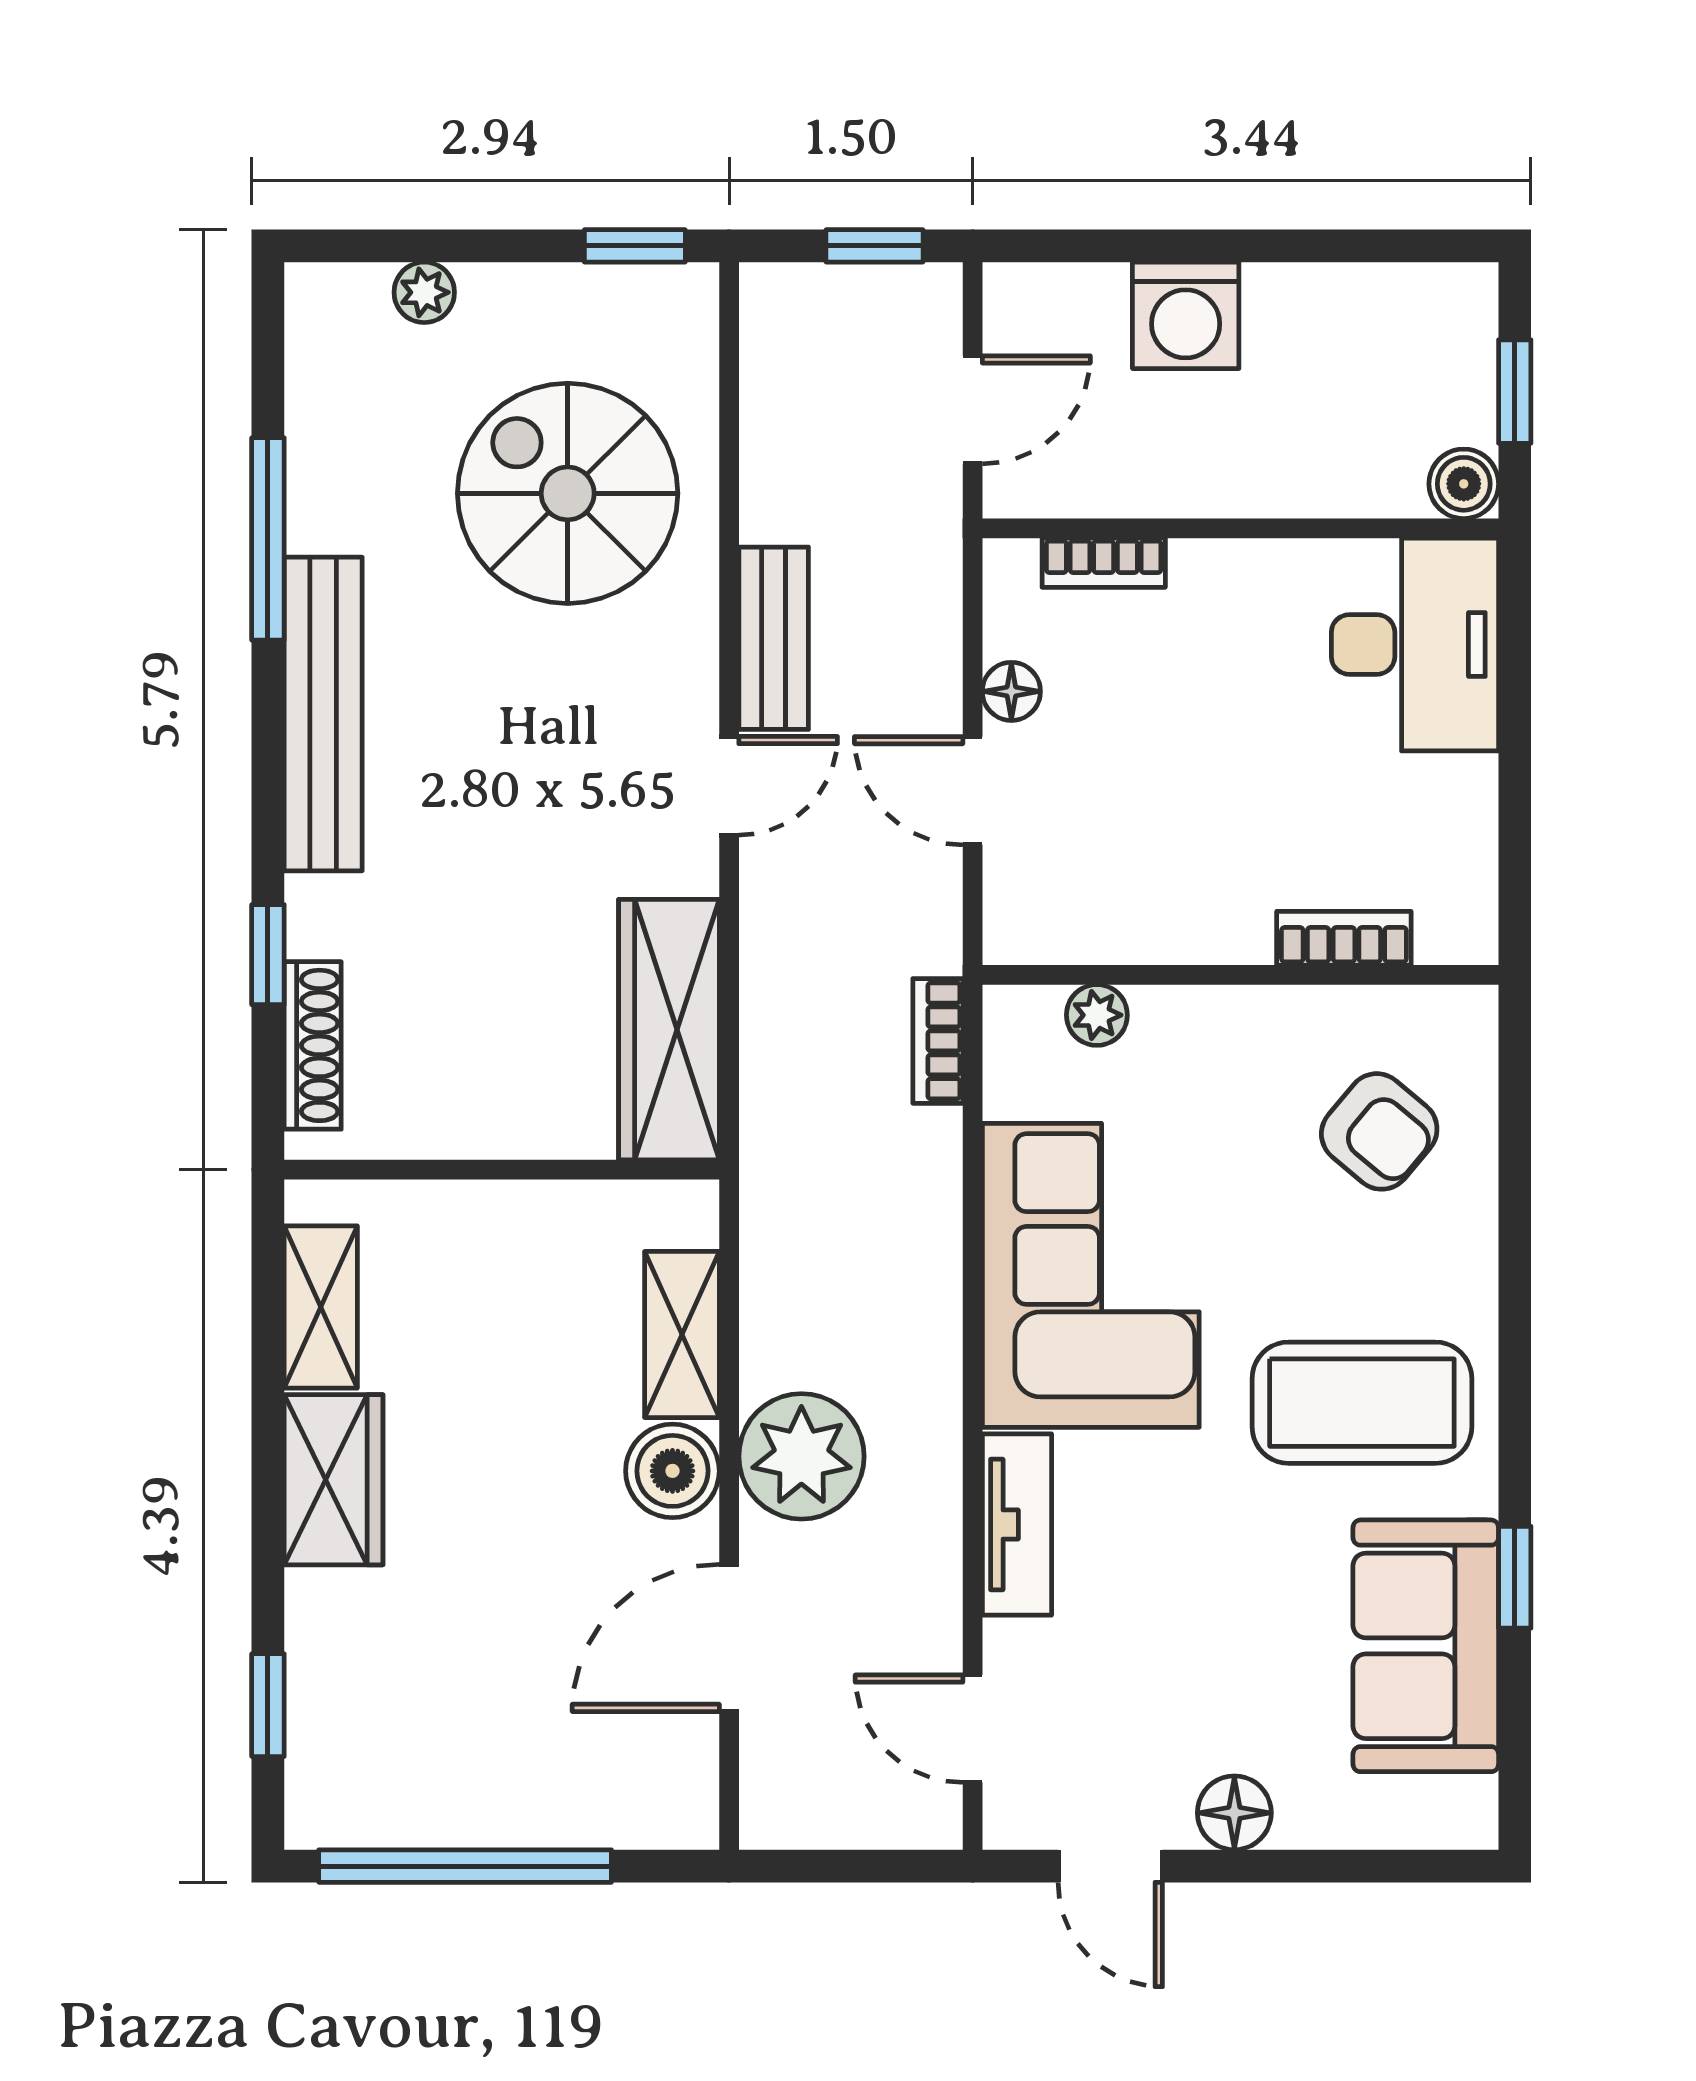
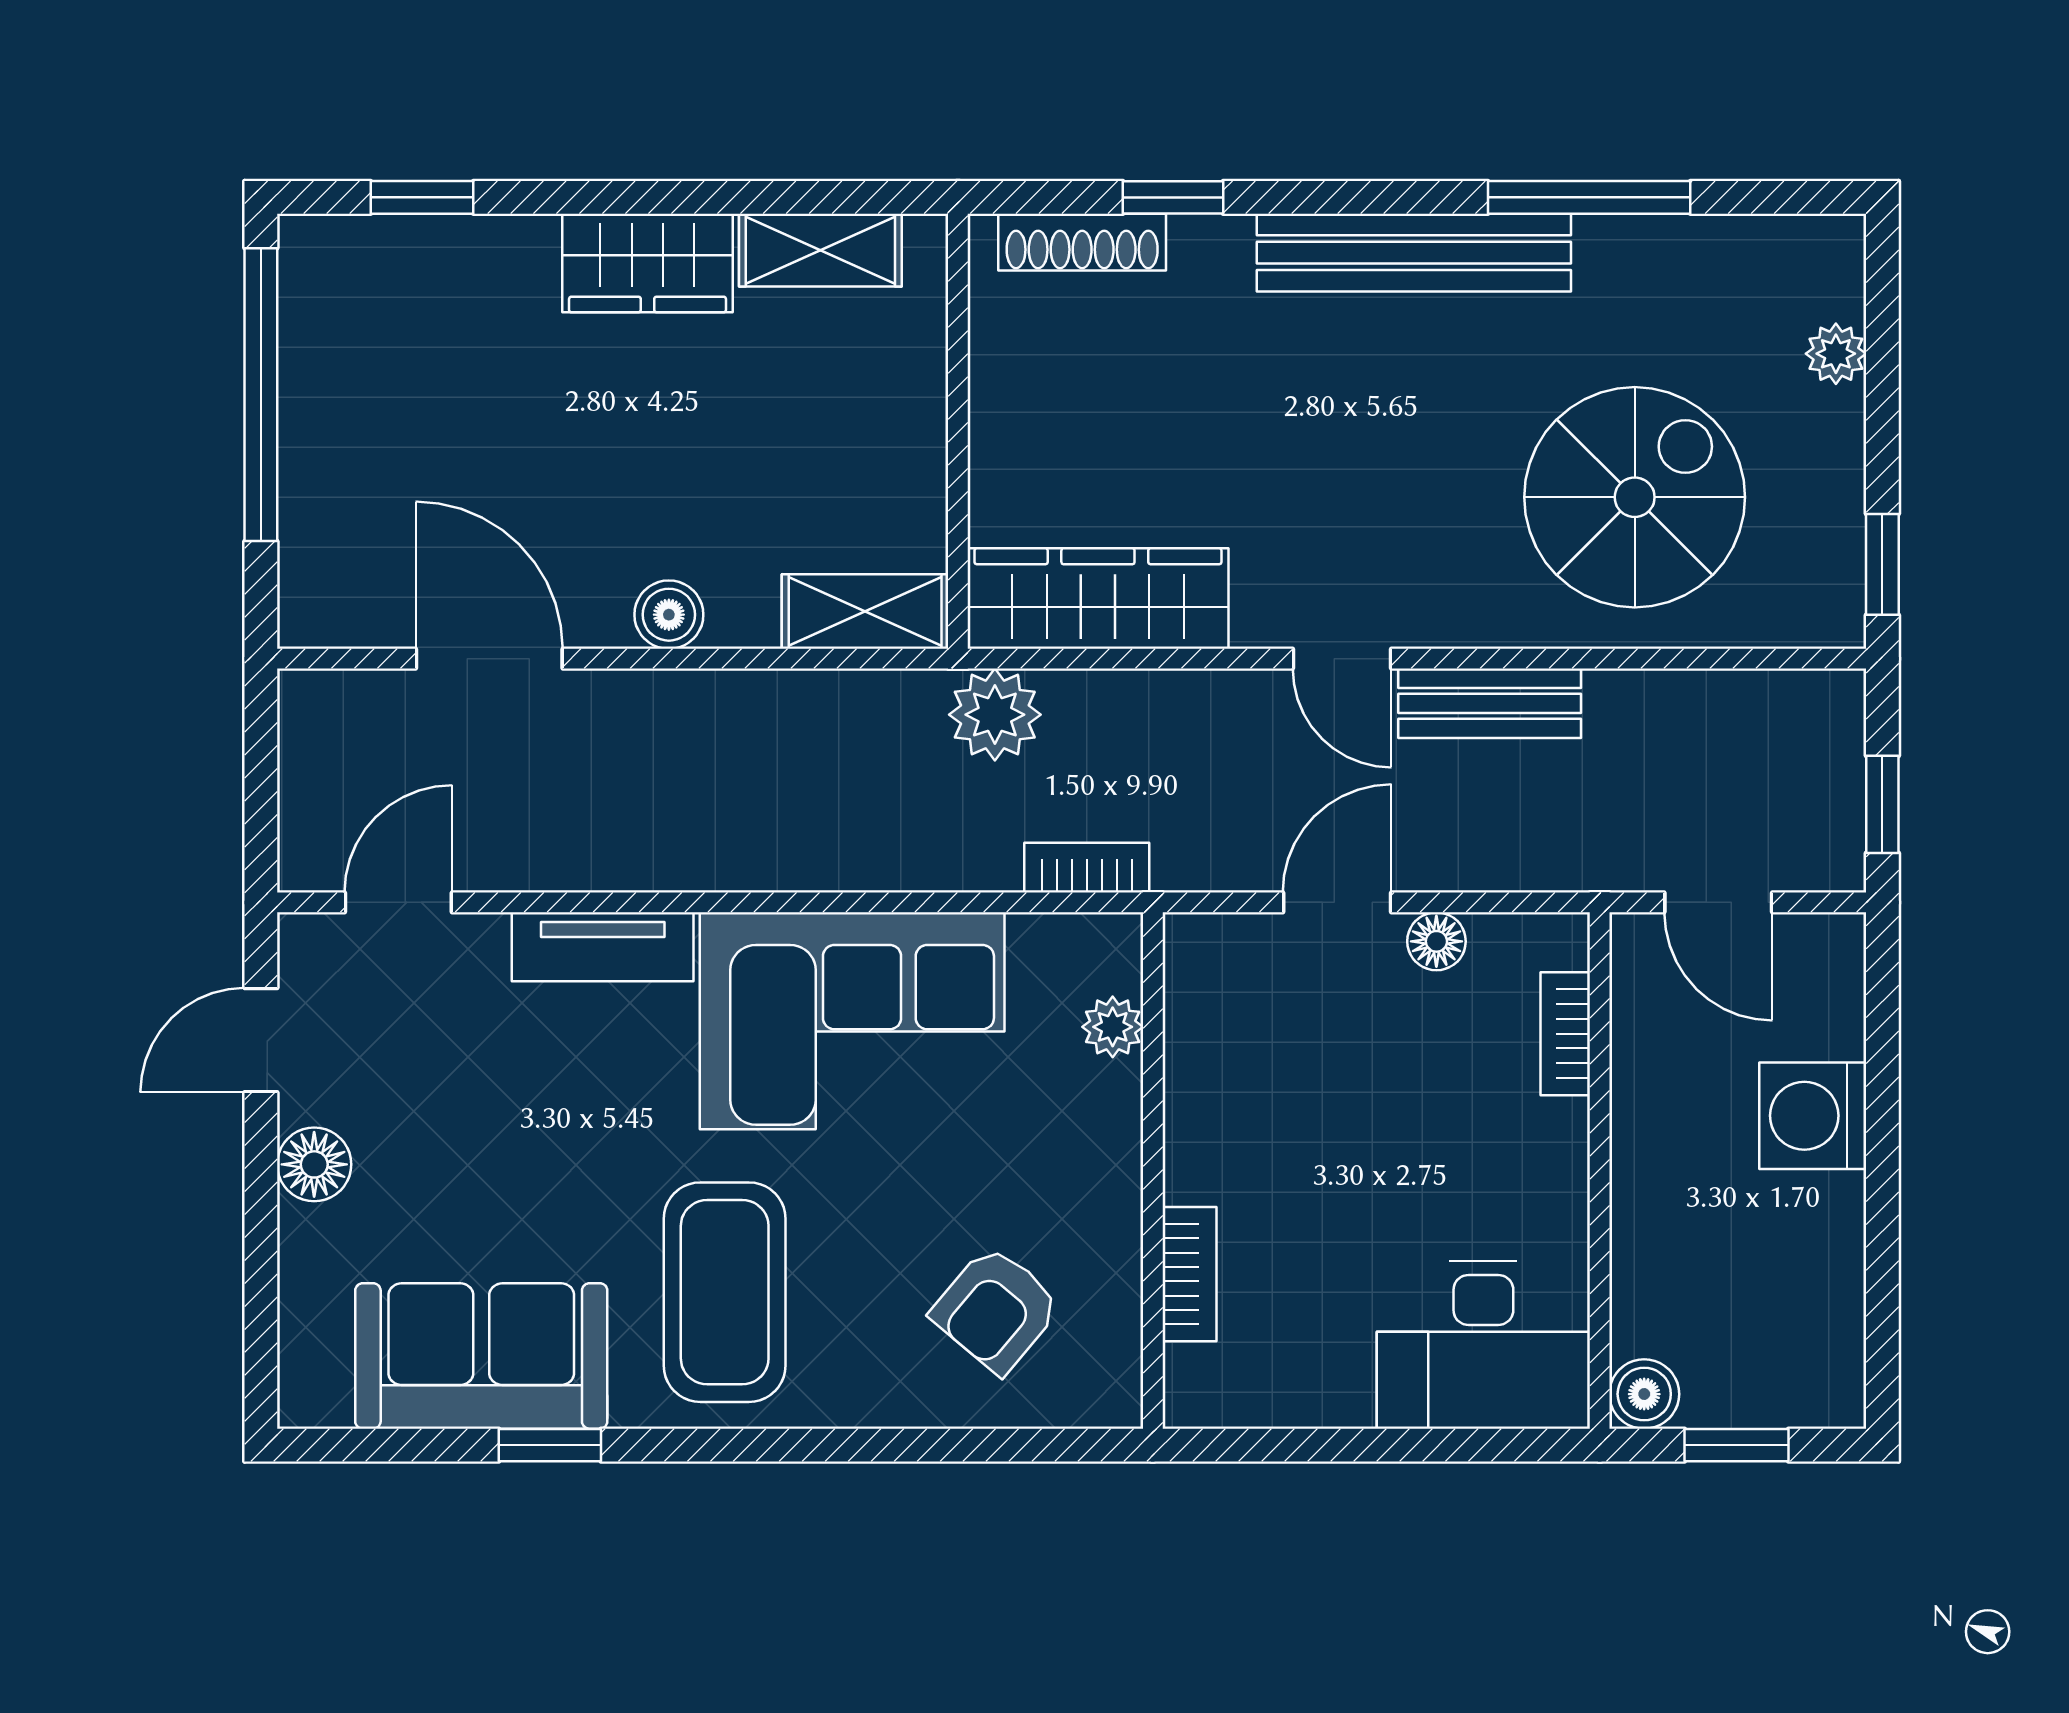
shelving: (682, 1335) -> (865, 612), moved
plant: (801, 1456) -> (995, 715), moved, width x0.73, depth x0.73
boiler: (672, 1471) -> (669, 615), width x0.73, depth x0.73

